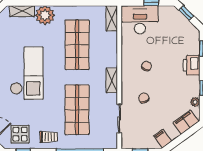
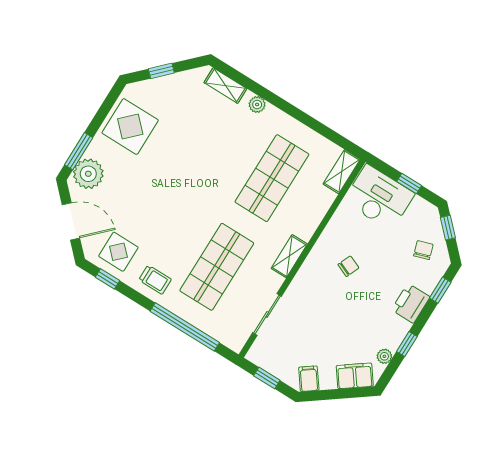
plant: (45, 15) -> (257, 105), width x0.53, depth x0.53
checkout: (27, 73) -> (179, 174), removed
chair: (144, 98) -> (423, 250), moved

